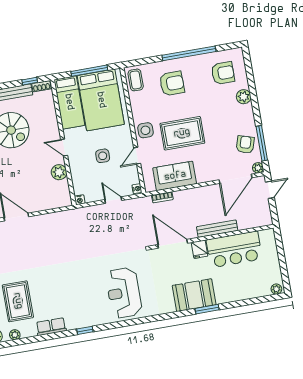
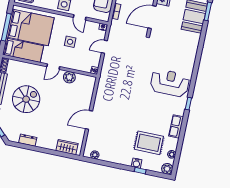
reception desk: (124, 293) -> (170, 83), moved, turned 180

